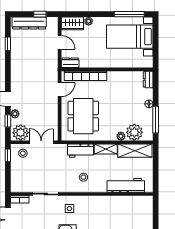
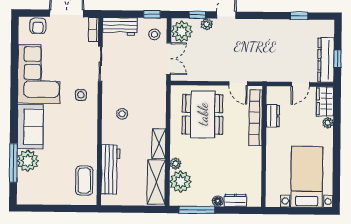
window: (129, 14) -> (336, 176), removed
dresser: (29, 23) -> (326, 60), moved
dresser: (70, 63) -> (273, 116), moved
dresser: (148, 79) -> (235, 200), moved
dining table: (83, 116) -> (203, 114), turned 90
workbench: (81, 151) -> (120, 26), moved, turned -90
coffee table: (134, 205) -> (84, 181), added

